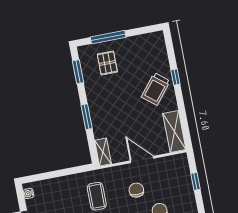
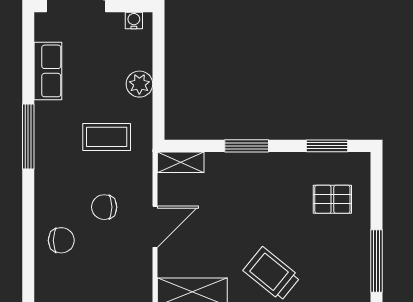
window: (108, 37) -> (377, 261), moved
plant: (64, 184) -> (139, 84), added
chair: (136, 190) -> (104, 207), turned 180

